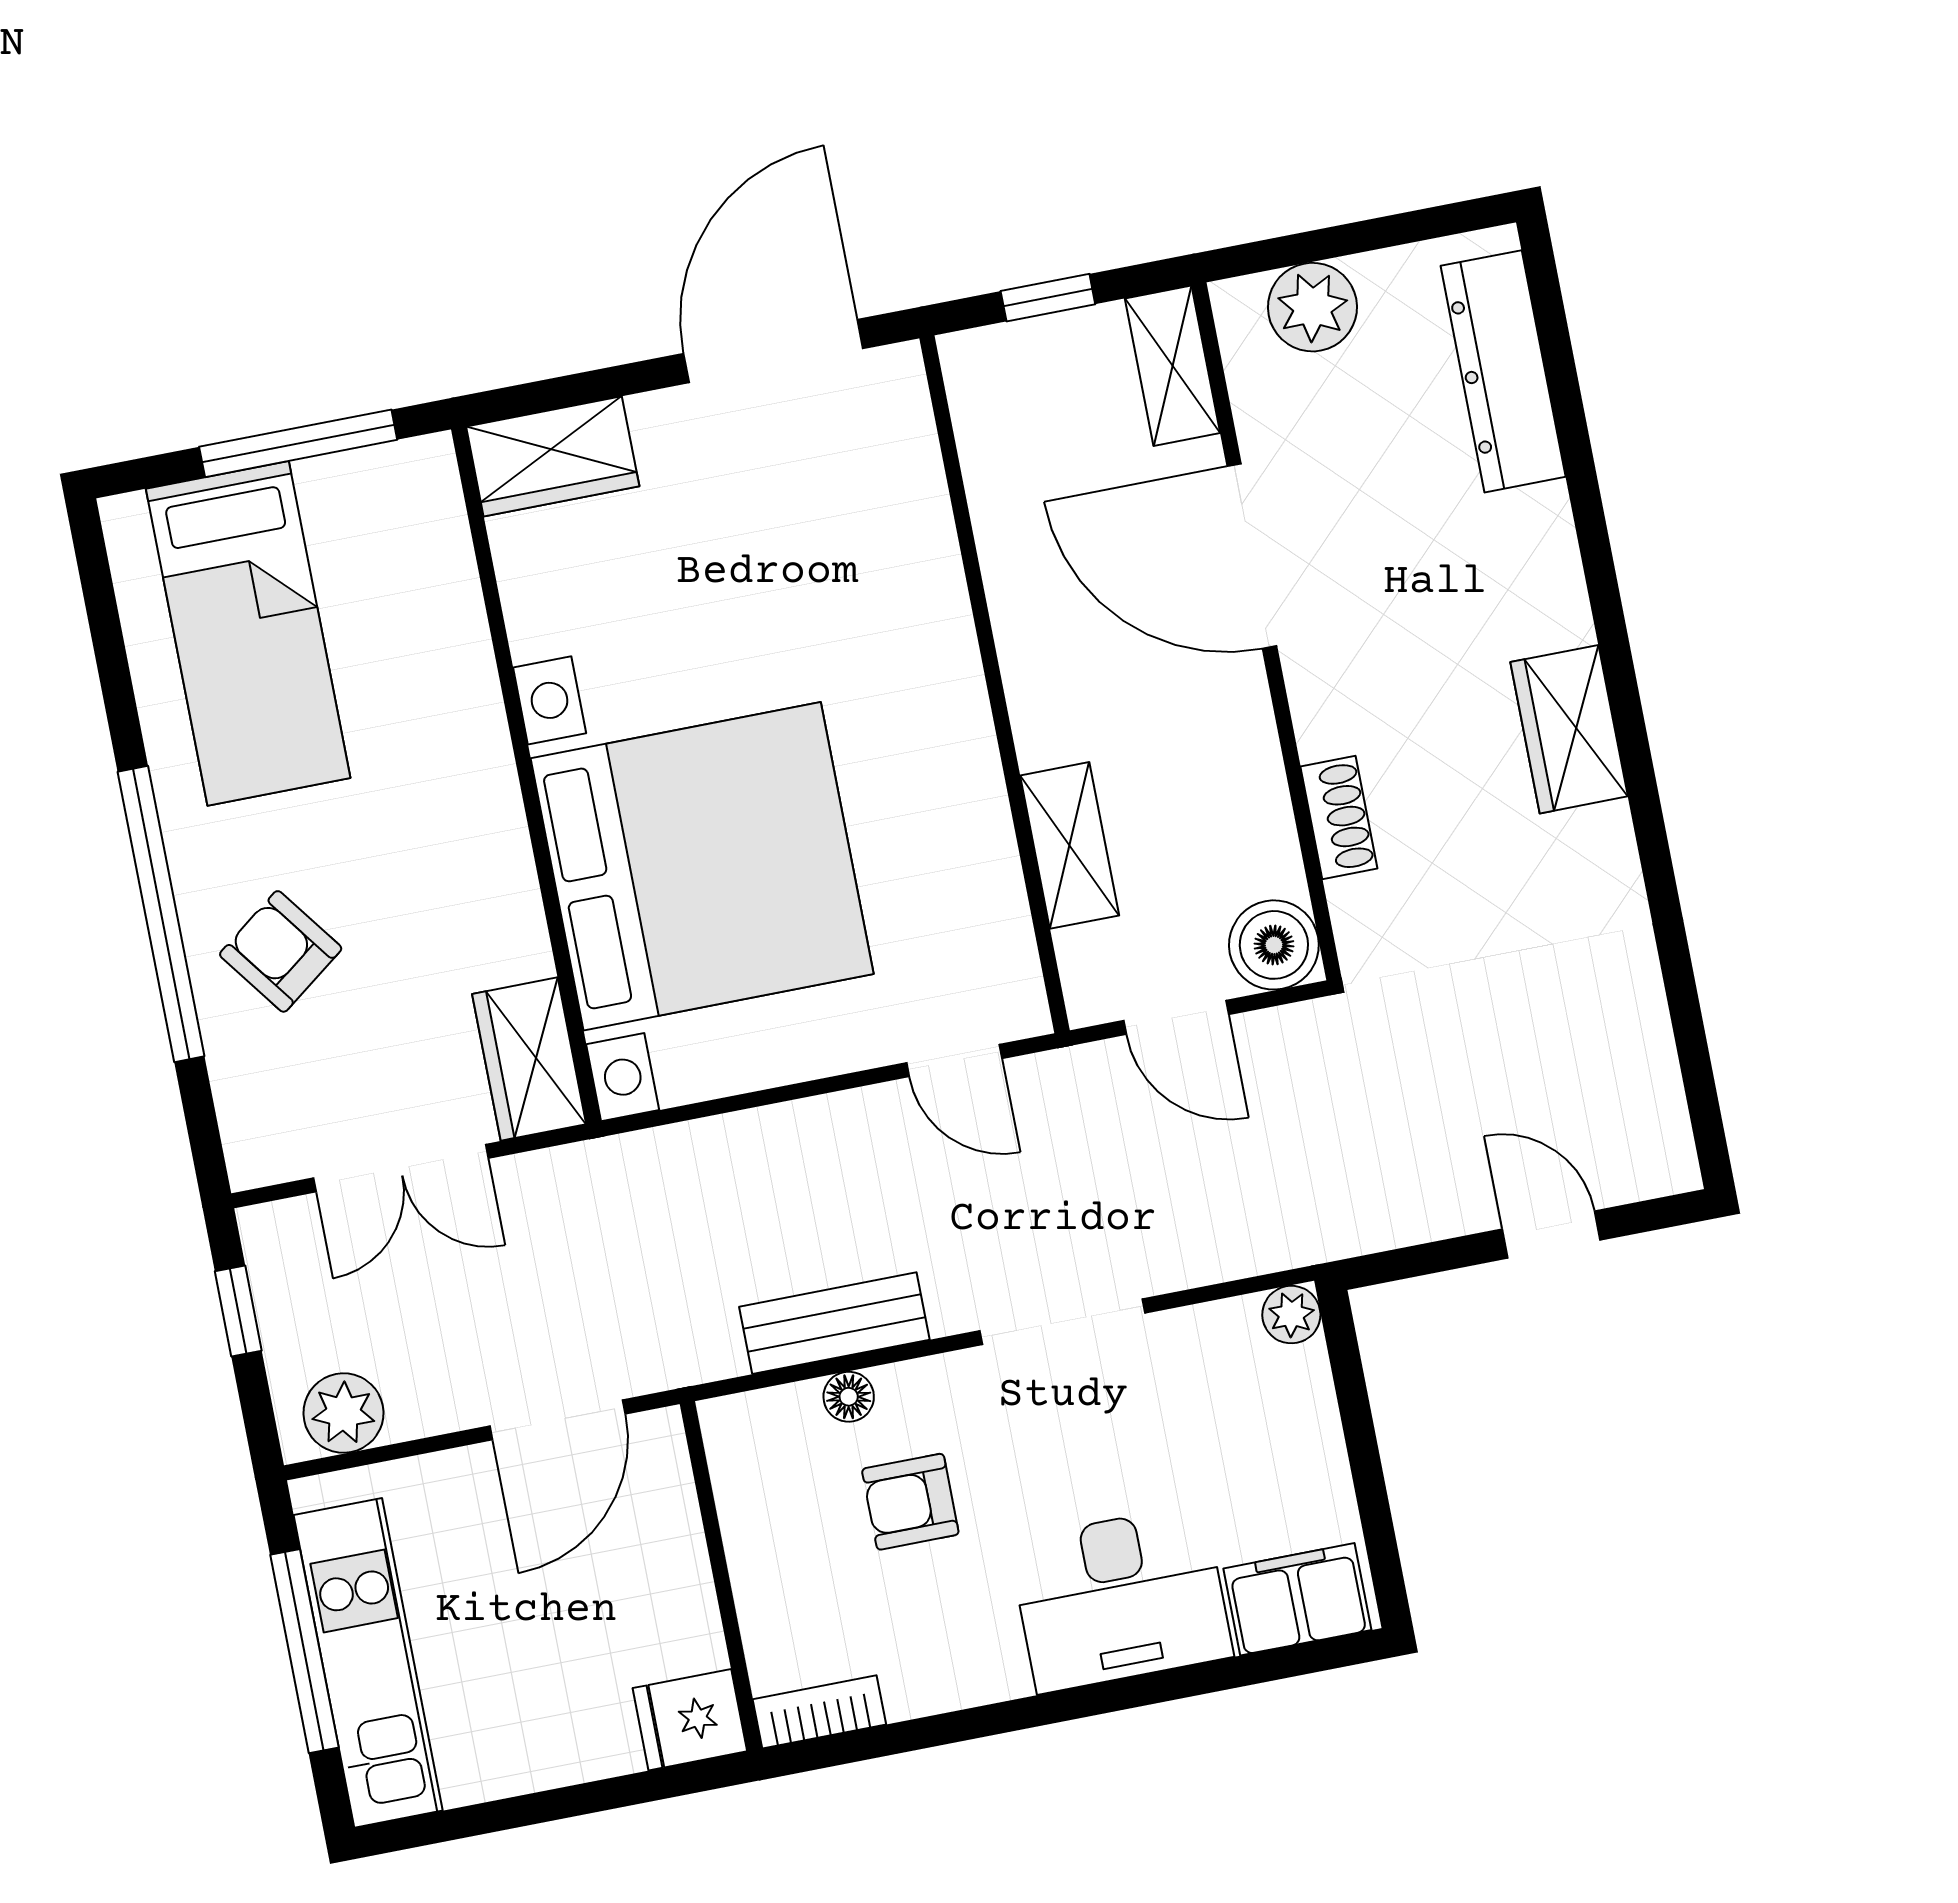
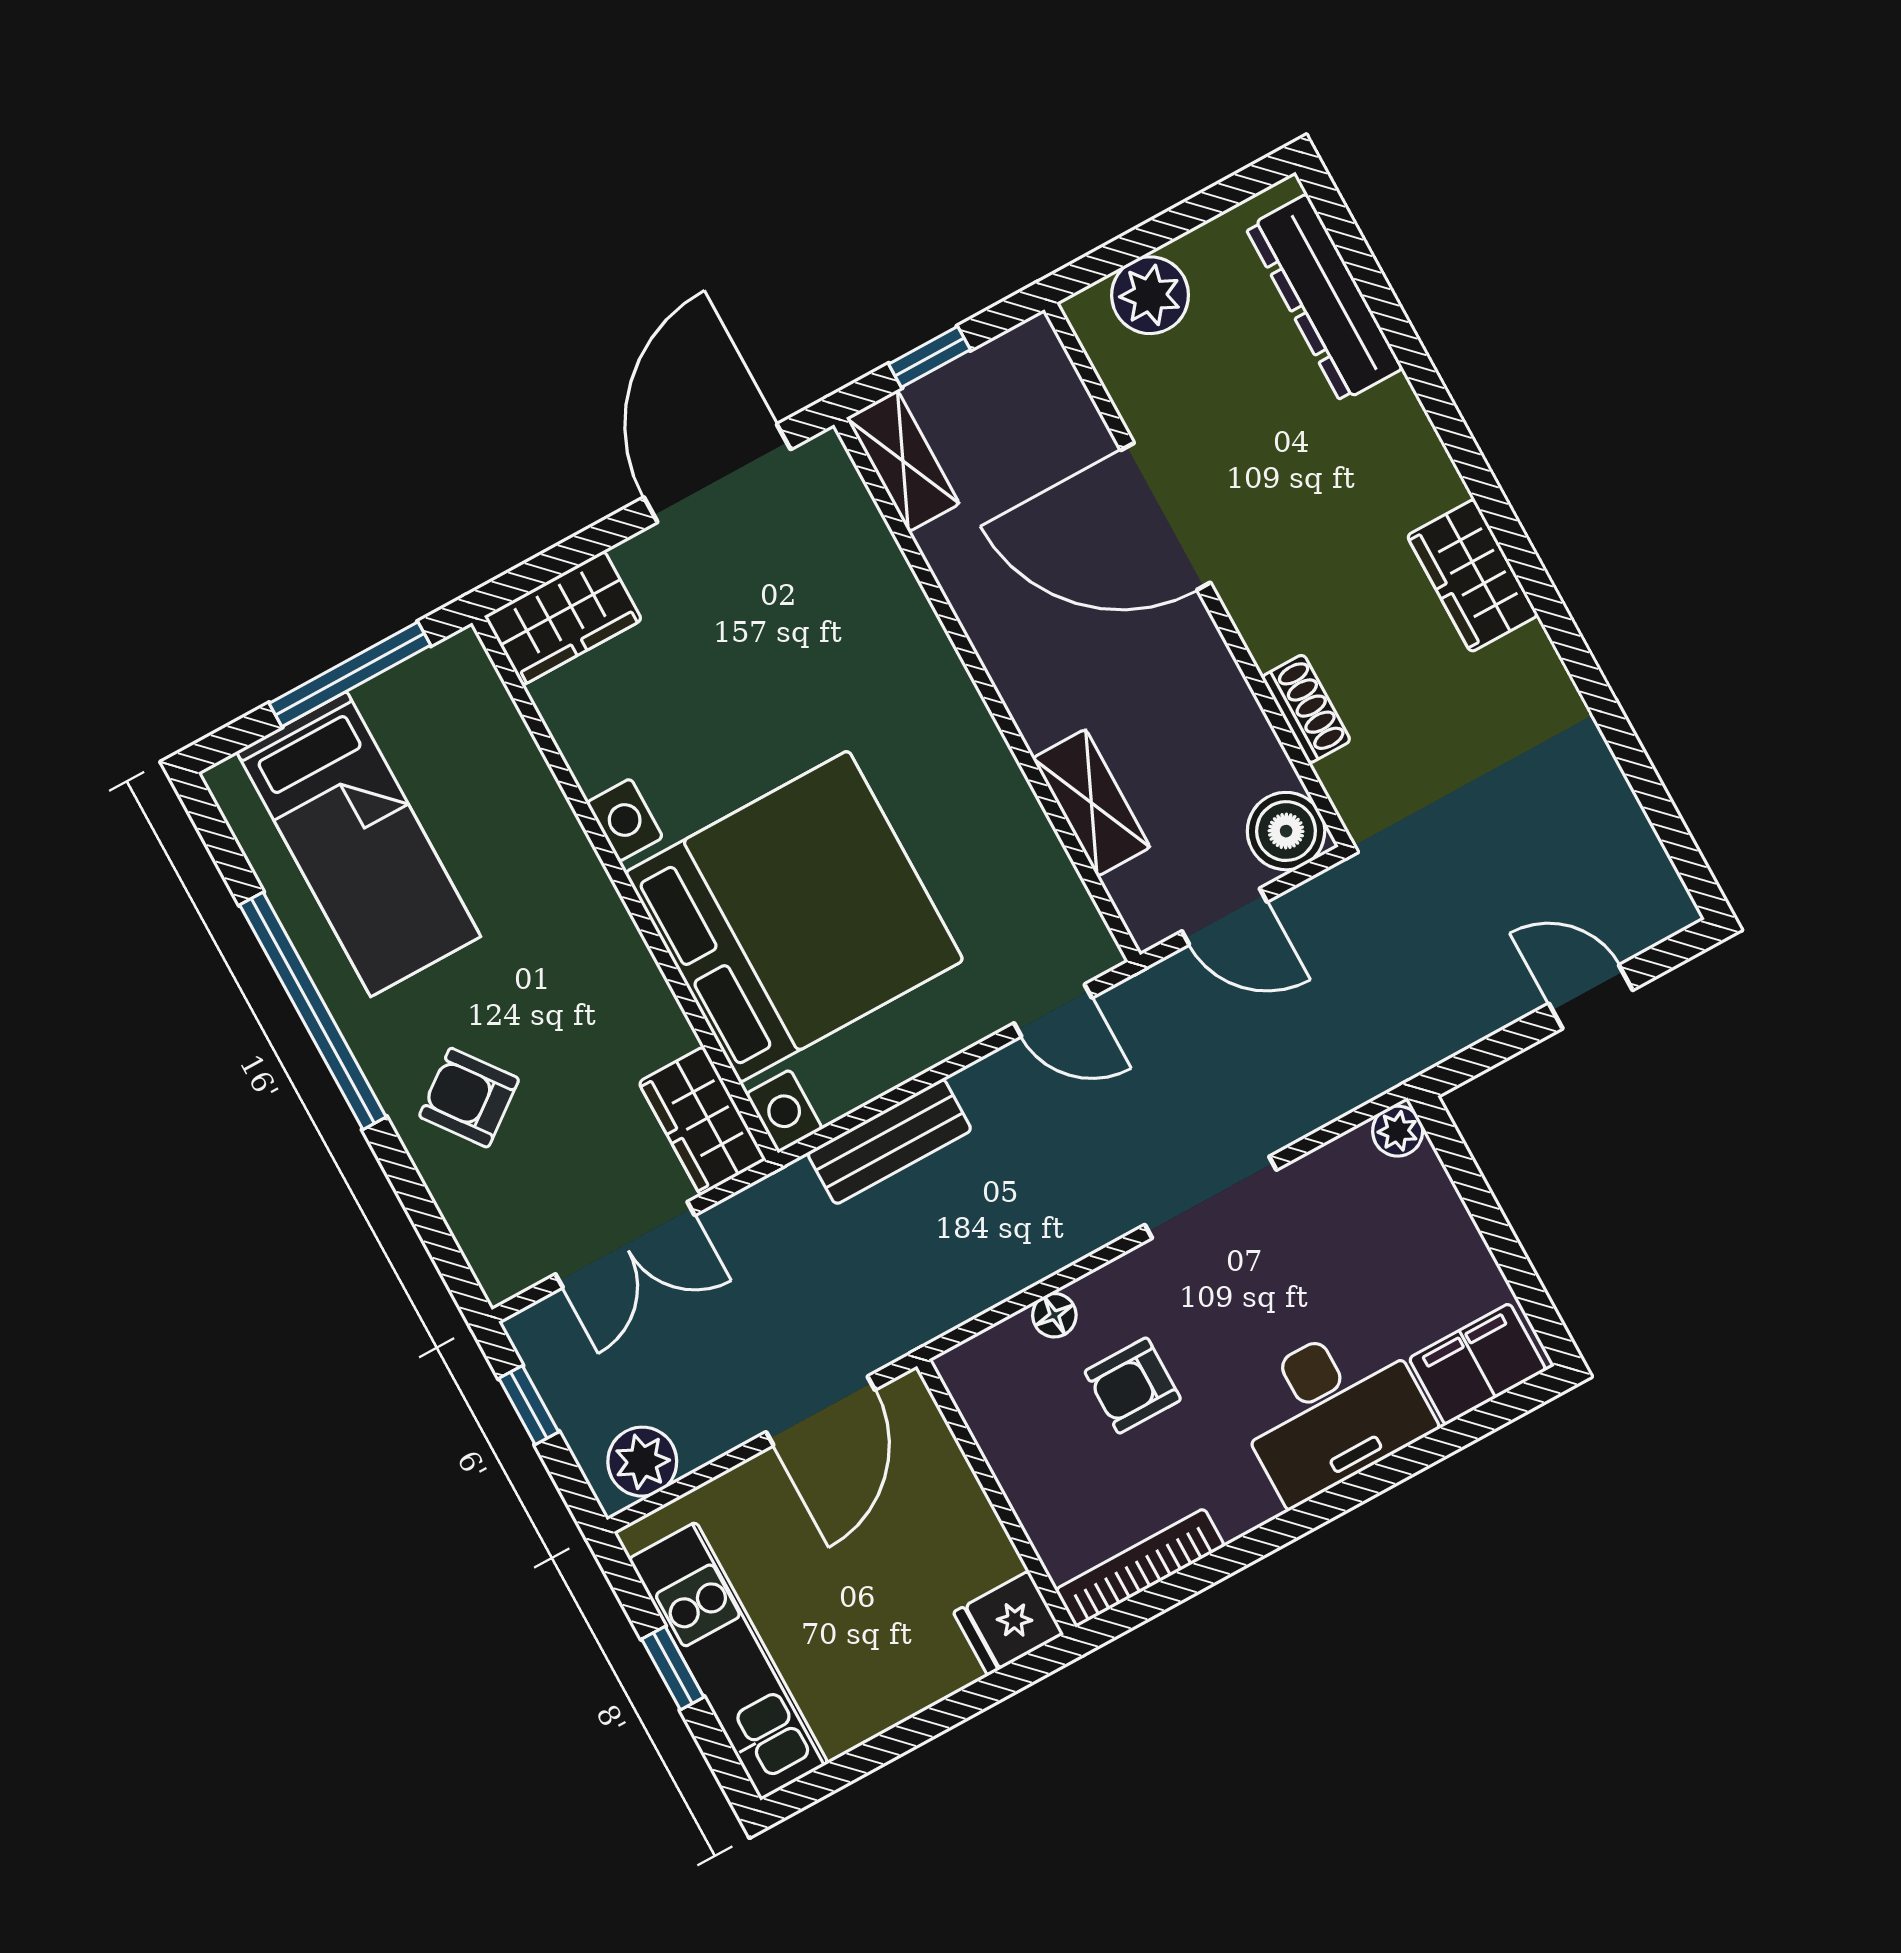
shelving: (1172, 366) -> (903, 461), moved
window: (161, 914) -> (313, 1011), moved
bench: (834, 1323) -> (889, 1142), moved
window: (304, 1651) -> (673, 1668), width x0.46
bookcase: (819, 1712) -> (1140, 1568), width x1.56

